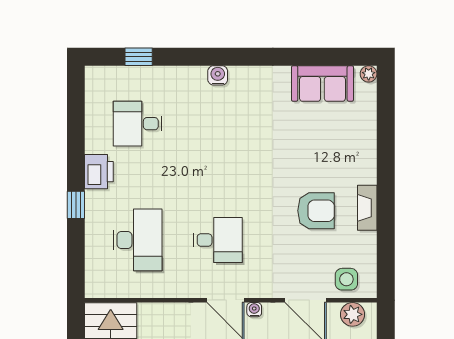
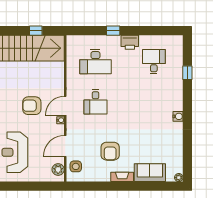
window: (139, 57) -> (187, 73), moved
water cooler: (218, 75) -> (178, 116), moved
sofa: (322, 84) -> (150, 173), moved, turned 90
fireplace: (367, 208) -> (122, 177), moved

